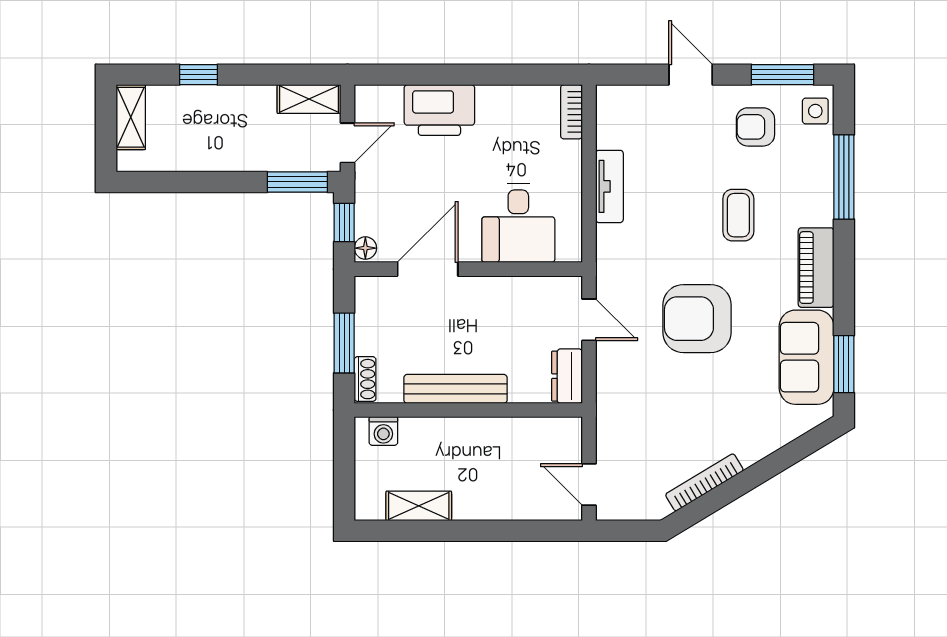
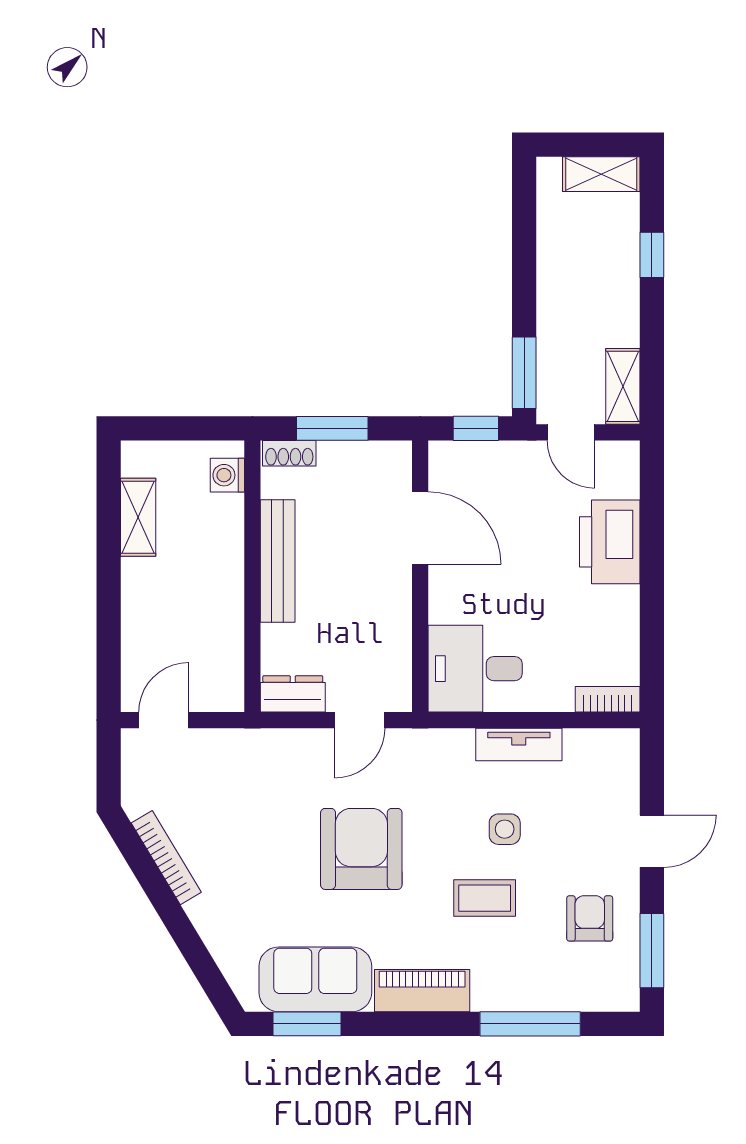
side table: (815, 111) -> (505, 829), moved
desk: (518, 223) -> (475, 669), moved
floor lamp: (365, 248) -> (445, 454), removed

